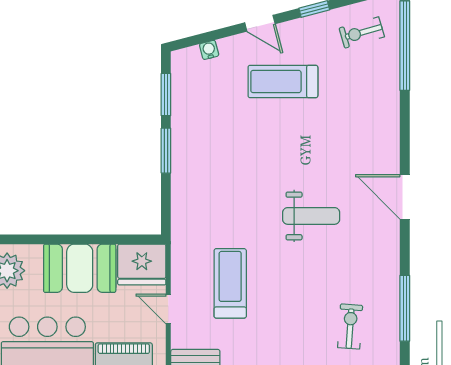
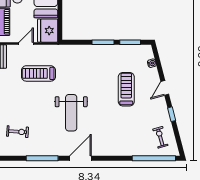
treadmill: (283, 81) -> (126, 89), moved
weight bench: (311, 216) -> (71, 113), width x1.36, depth x1.33
treadmill: (230, 283) -> (38, 73), turned 180
window: (405, 308) -> (42, 158), moved

